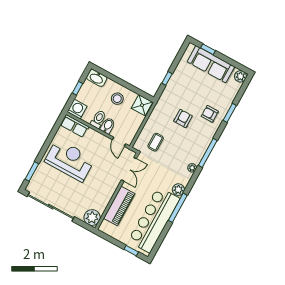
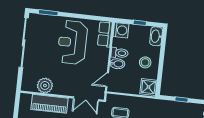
reception desk: (70, 160) -> (72, 42), turned 180
plant: (92, 218) -> (45, 85), moved

